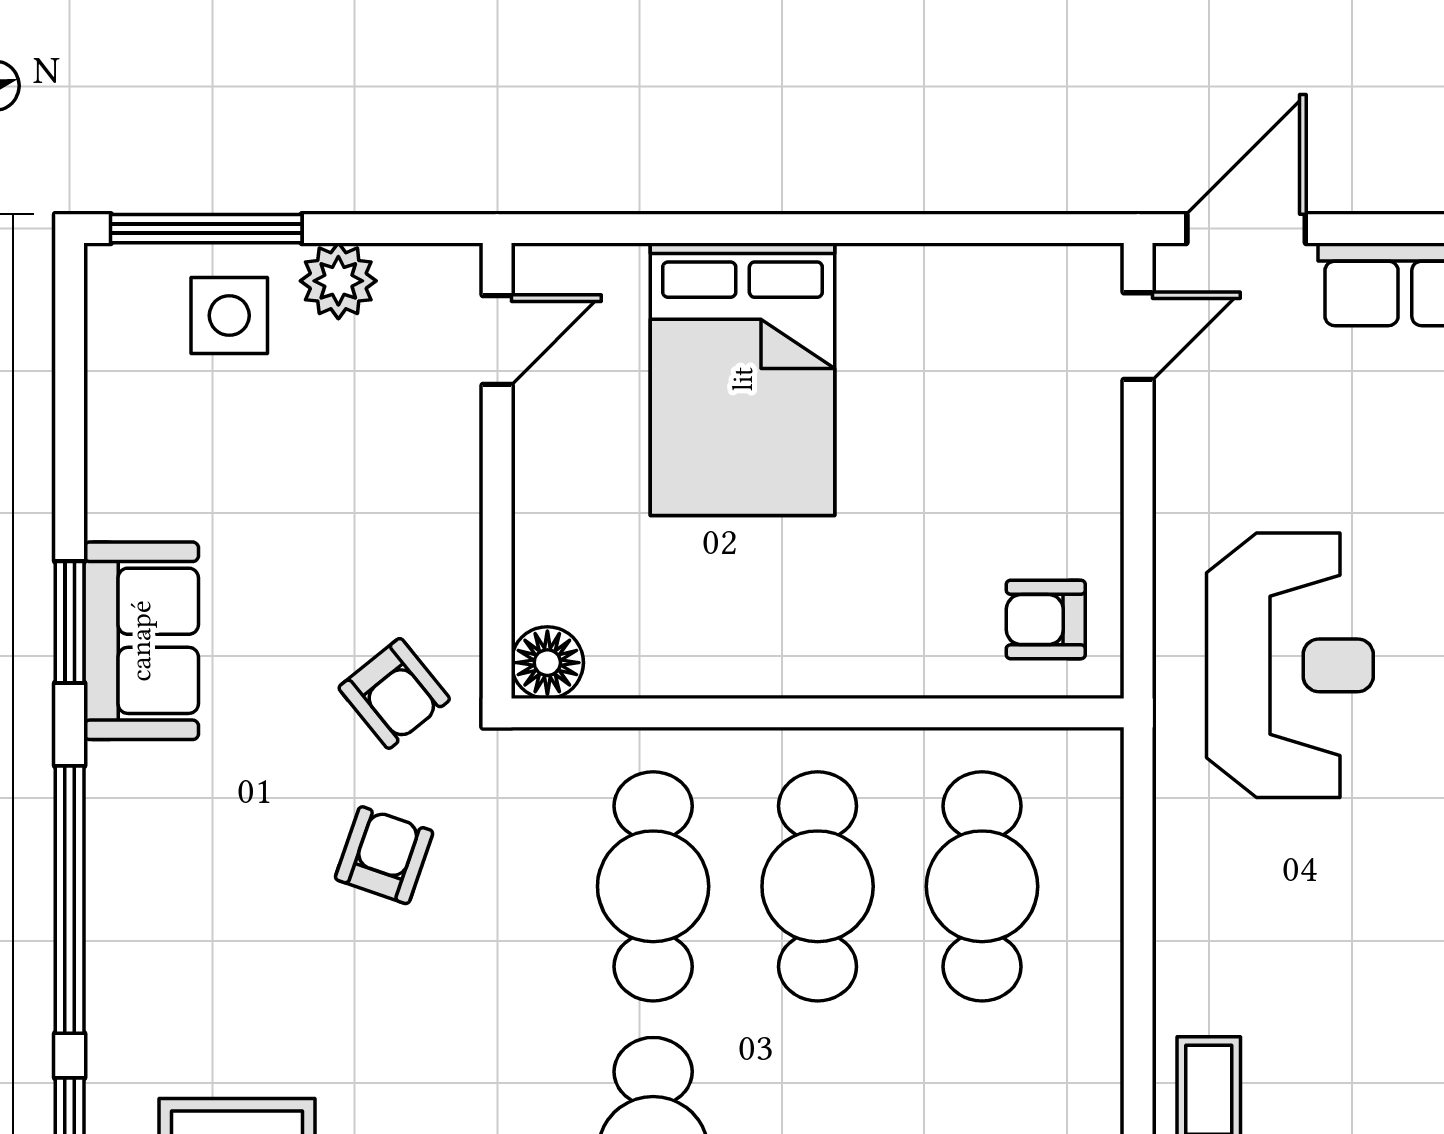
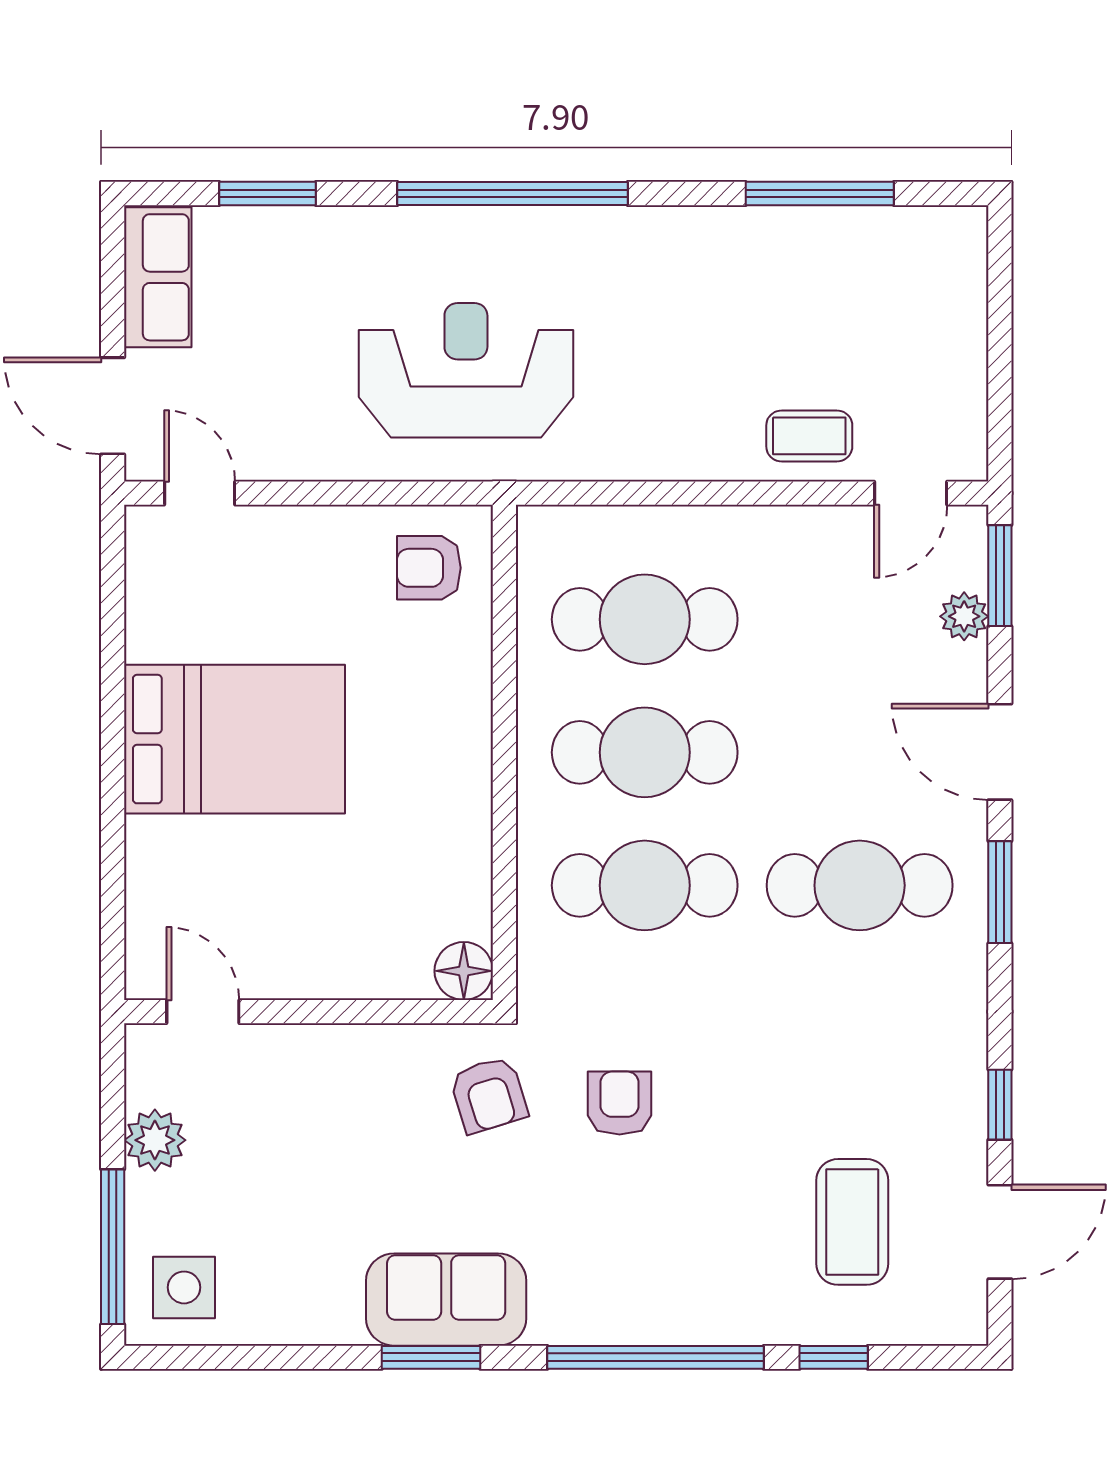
side table: (229, 315) -> (184, 1287), moved
bed: (743, 379) -> (235, 739), moved
armchair: (1046, 620) -> (429, 568), turned 90
armchair: (394, 693) -> (489, 1095), turned 112
armchair: (384, 855) -> (620, 1103), turned 71

